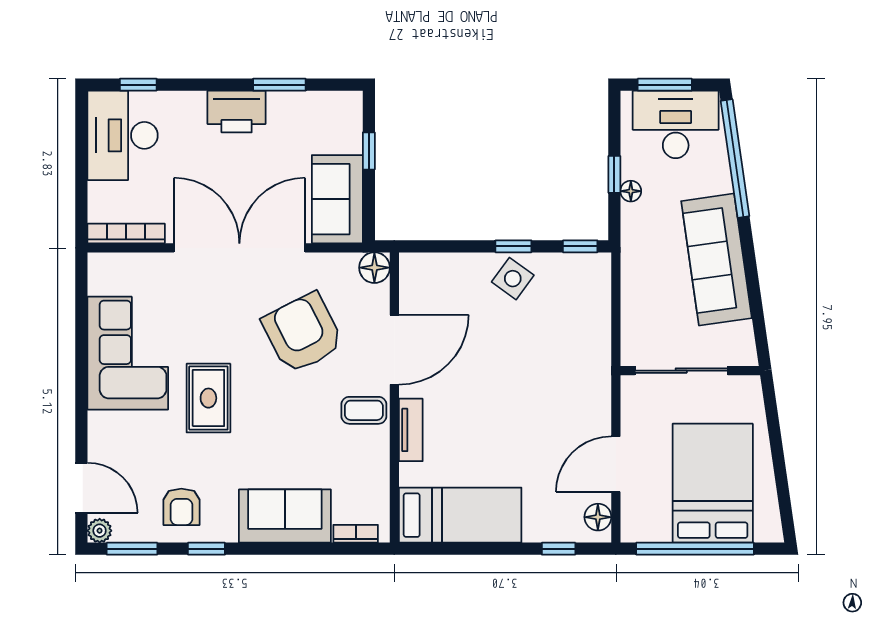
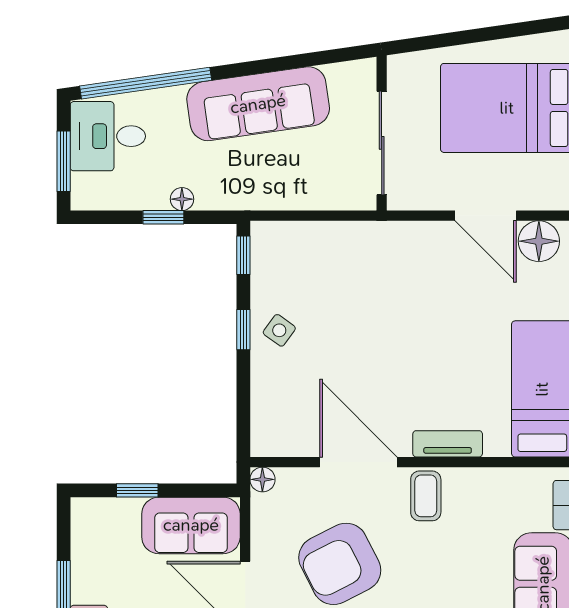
desk: (676, 124) -> (108, 136), width x0.73
floor lamp: (374, 268) -> (262, 479), width x0.73, depth x0.73
side table: (513, 279) -> (279, 330), width x0.73, depth x0.73
floor lamp: (598, 517) -> (539, 241), width x1.38, depth x1.38

